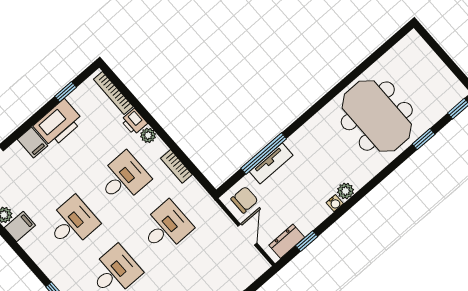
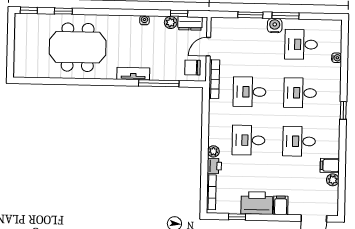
meeting table: (377, 116) -> (78, 47), turned 90
tv unit: (271, 163) -> (133, 74), moved
bookcase: (176, 166) -> (214, 79), moved, width x1.56
plant: (346, 191) -> (171, 22), moved

